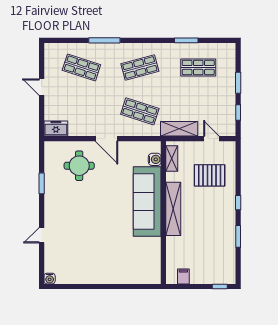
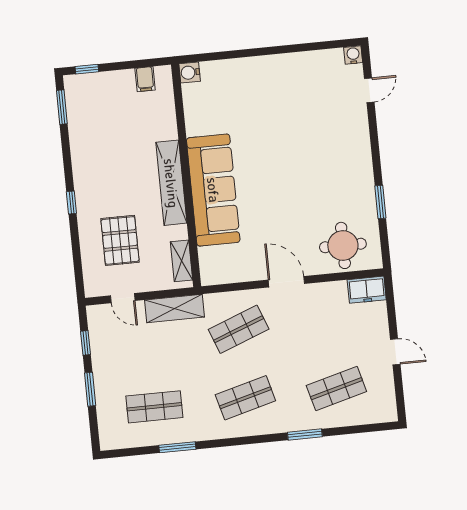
window: (104, 40) -> (305, 434), width x0.69
shop shelf: (81, 67) -> (336, 389), turned -33
shop shelf: (140, 111) -> (239, 329), turned -39
water cooler: (155, 159) -> (190, 73), moved
round table: (79, 166) -> (343, 245), moved
pallet: (210, 175) -> (120, 240), turned 90
door: (42, 235) -> (369, 90), moved
window: (238, 236) -> (62, 107), moved

